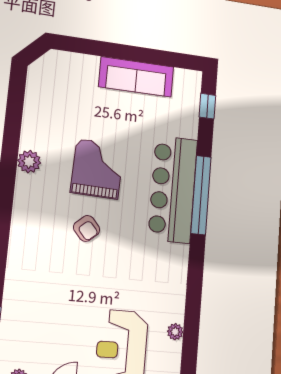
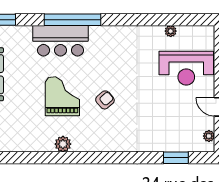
grand piano: (97, 169) -> (62, 96), turned 88
bar counter: (173, 189) -> (60, 41), width x0.73

